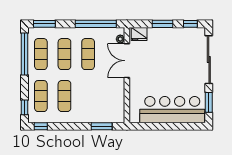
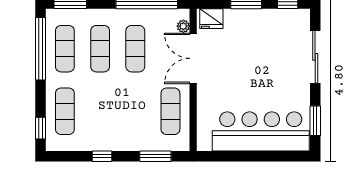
sliding door: (209, 60) -> (315, 57), width x0.73
exercise mat: (64, 96) -> (170, 111), moved
window: (41, 126) -> (102, 156), moved

